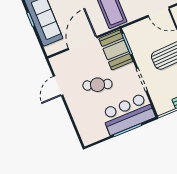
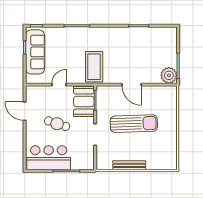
door: (83, 43) -> (59, 85), width x0.53
door: (58, 86) -> (25, 111), hinge flipped
bar counter: (128, 114) -> (49, 158), moved

